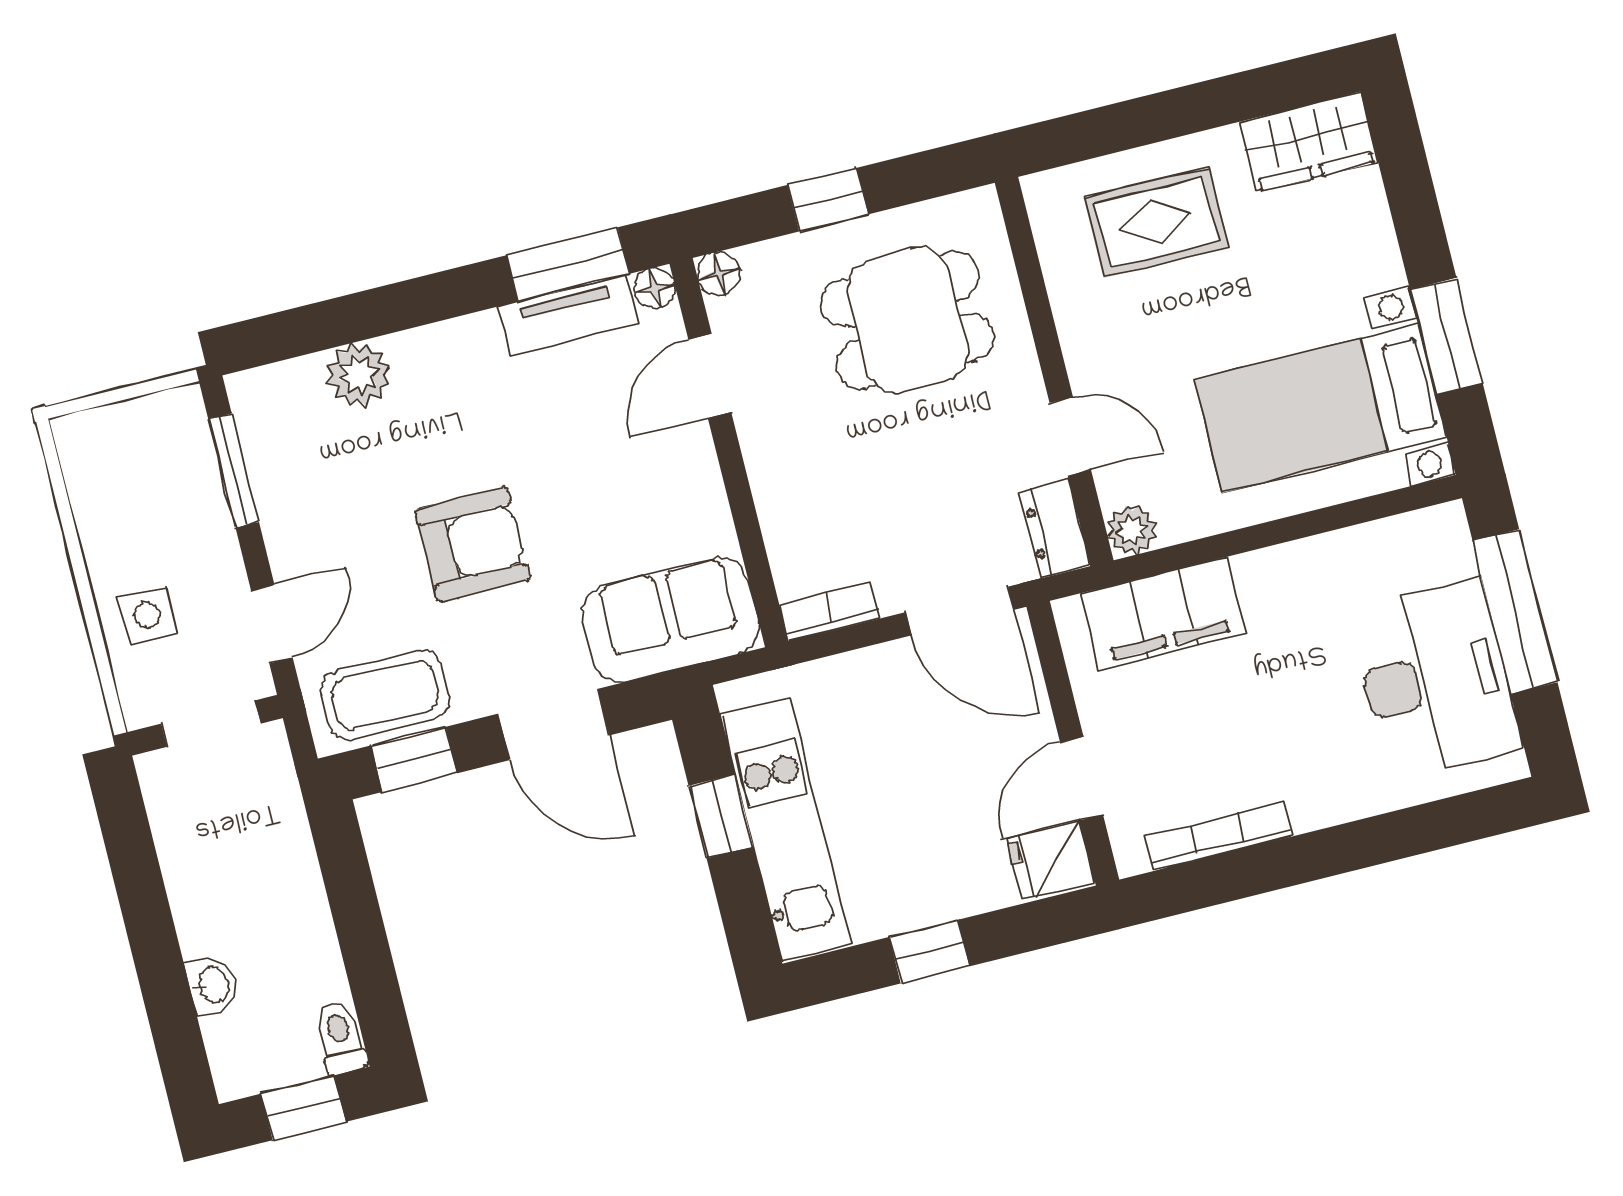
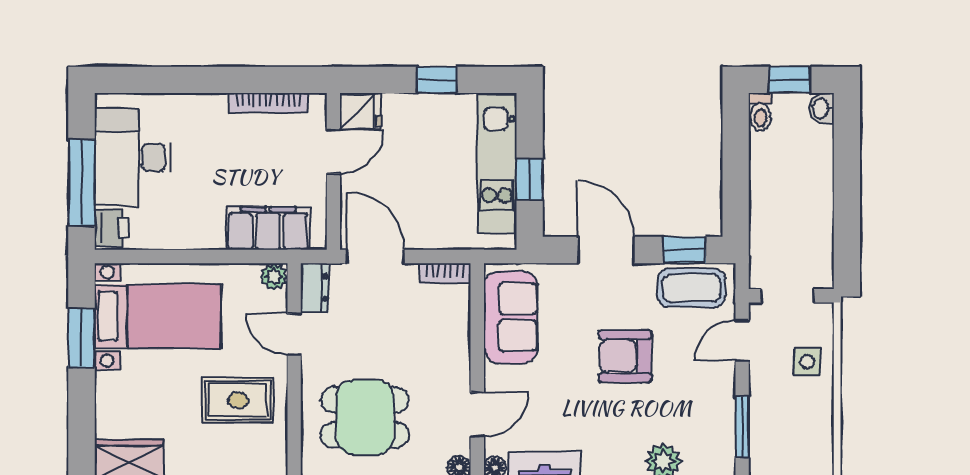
rug: (1156, 222) -> (238, 400), moved
printer: (1442, 545) -> (112, 228), added
sofa: (670, 620) -> (511, 317), moved, turned -90
washbasin: (212, 985) -> (821, 108), moved

